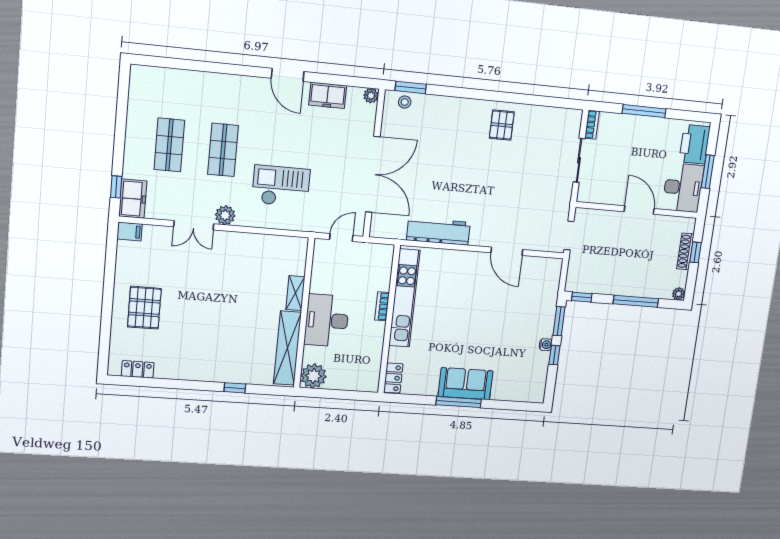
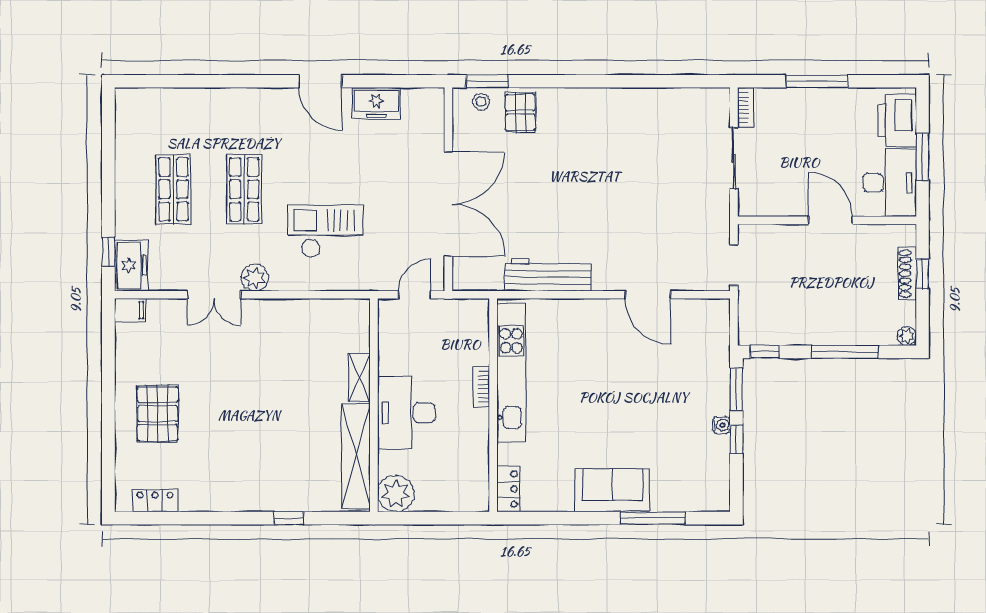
plant: (371, 96) -> (435, 98), removed
pallet: (502, 125) -> (520, 112), moved
window: (459, 402) -> (653, 518), moved

